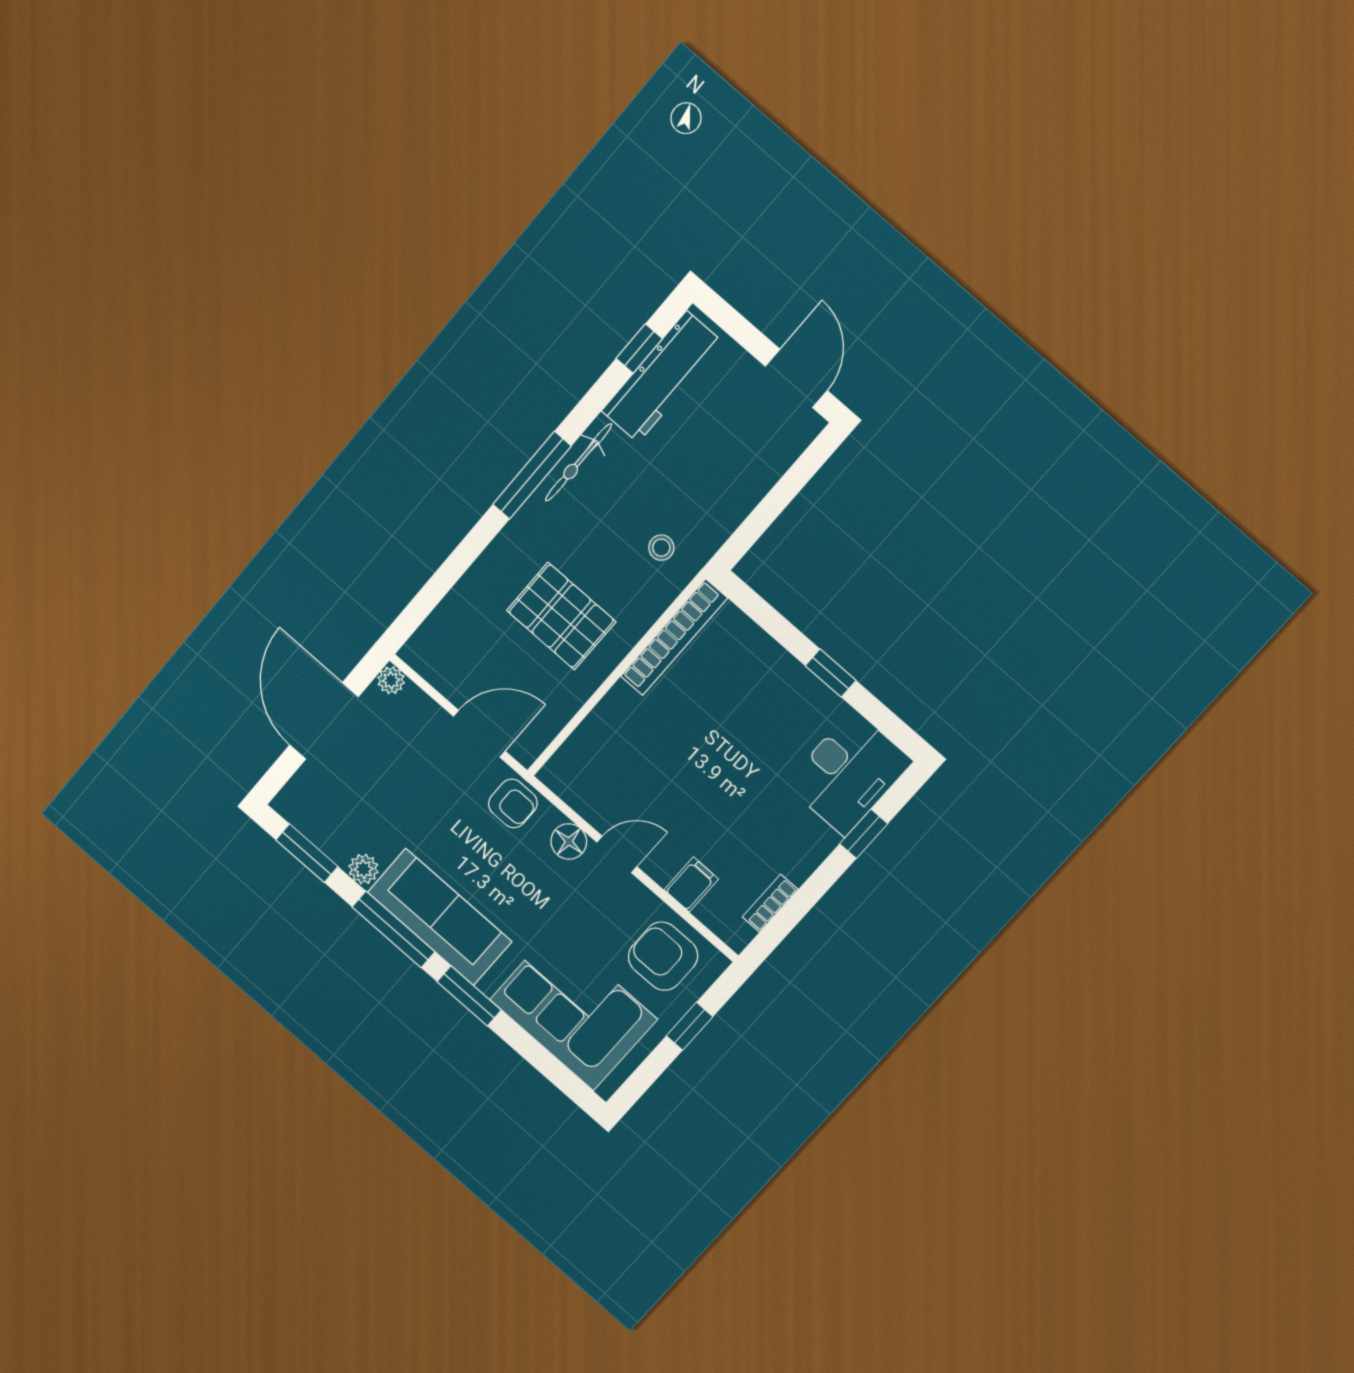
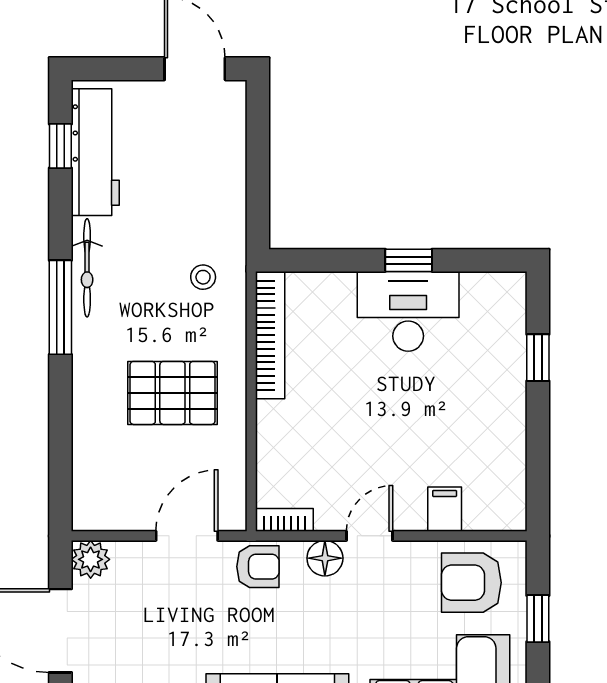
plant: (391, 680) -> (91, 559), width x1.38, depth x1.38
desk: (849, 773) -> (408, 311), moved, turned -90
bookcase: (770, 903) -> (284, 520), moved, turned 90

